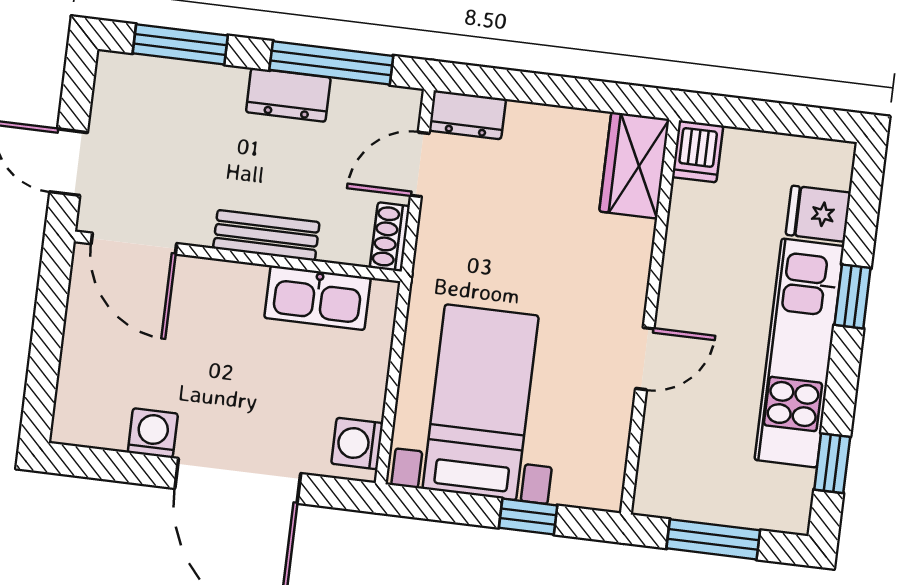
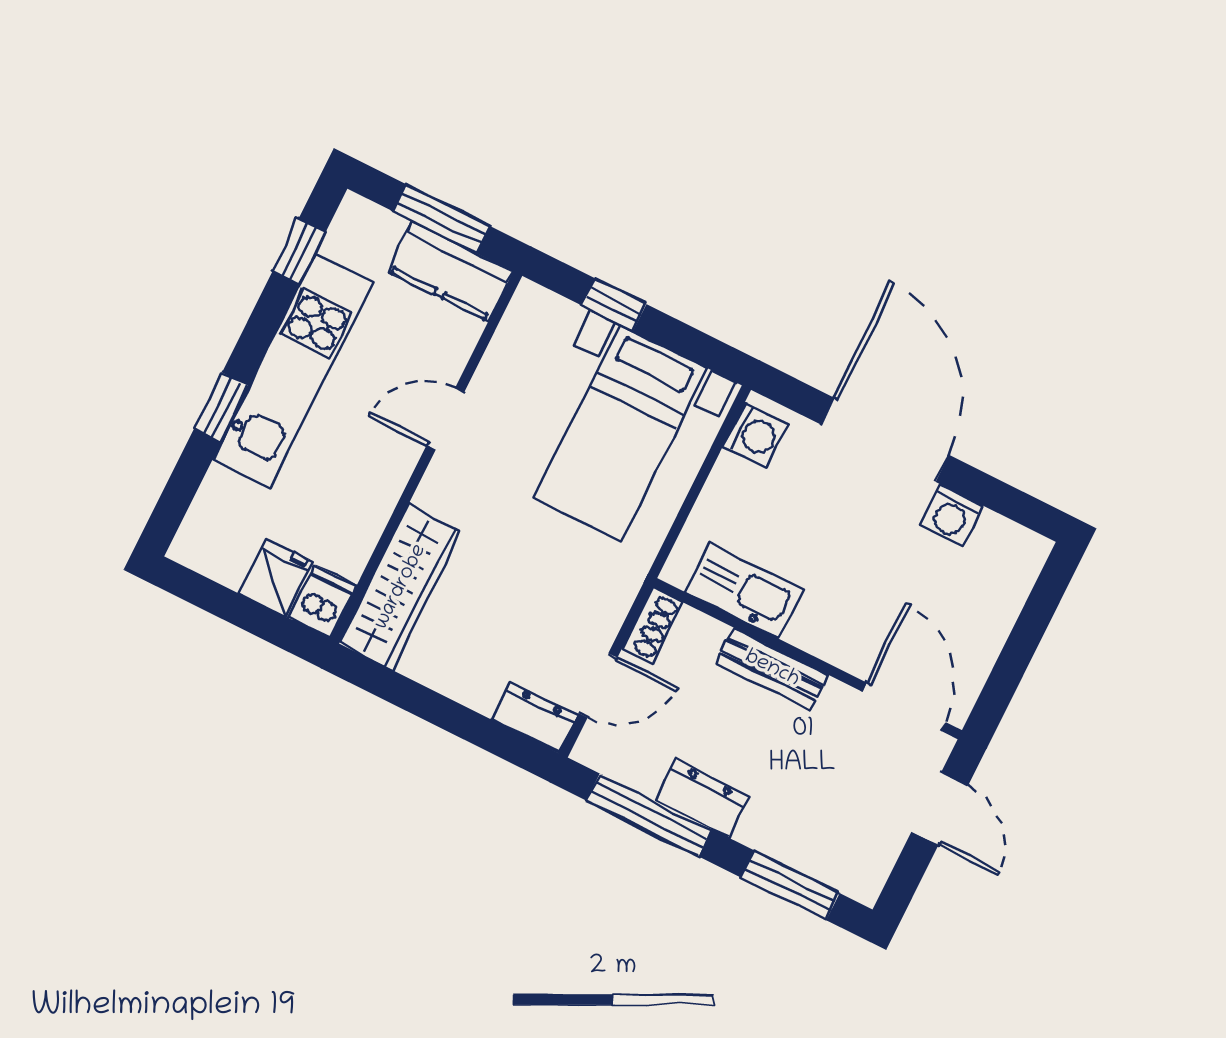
wardrobe: (634, 165) -> (401, 587), width x1.50
fridge: (818, 214) -> (276, 578), moved, turned -90
kitchen counter: (688, 494) -> (450, 271), added

